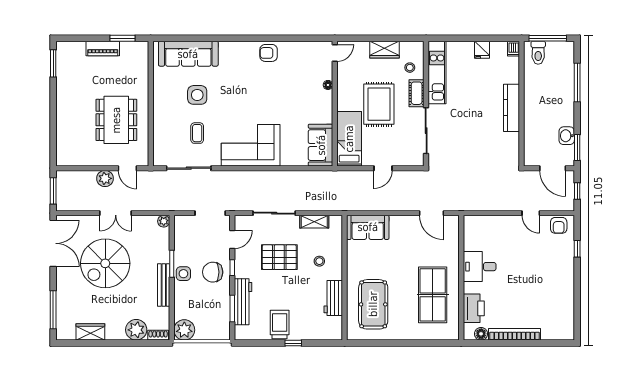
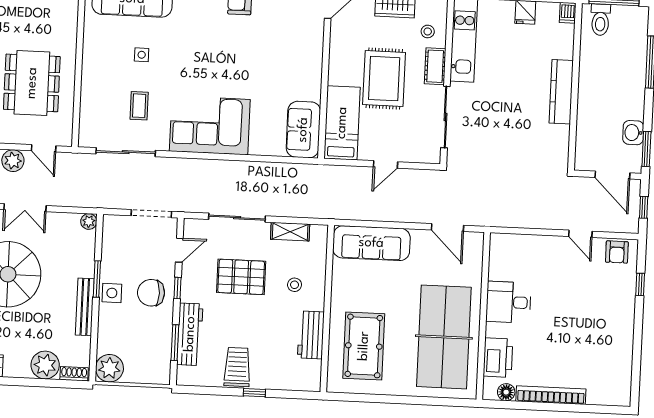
floor lamp: (328, 85) -> (317, 50), removed
side table: (197, 95) -> (142, 55), width x0.54, depth x0.54
sofa: (368, 227) -> (371, 243), width x1.36
table tennis table: (433, 295) -> (444, 337), width x1.36, depth x1.32

